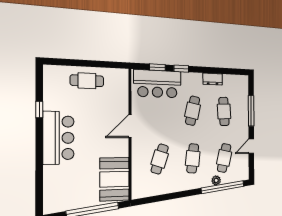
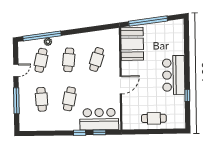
dresser: (213, 79) -> (52, 126), removed

